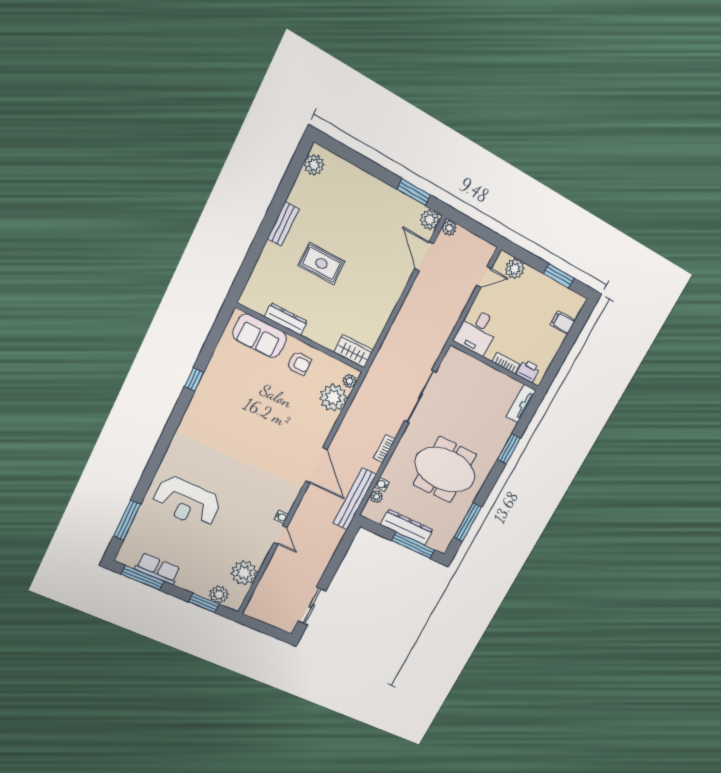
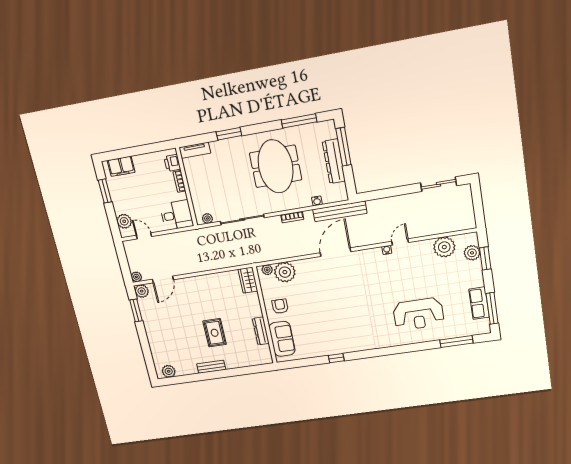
filing cabinet: (563, 323) -> (121, 166), width x2.00
plant: (376, 497) -> (207, 218), moved
reception desk: (187, 502) -> (418, 314), turned 90

